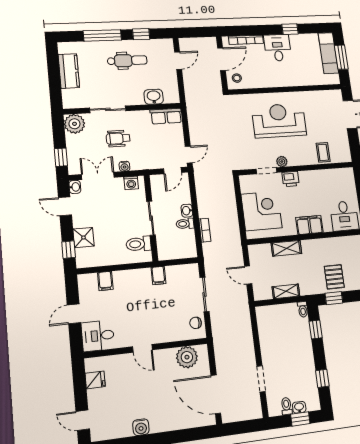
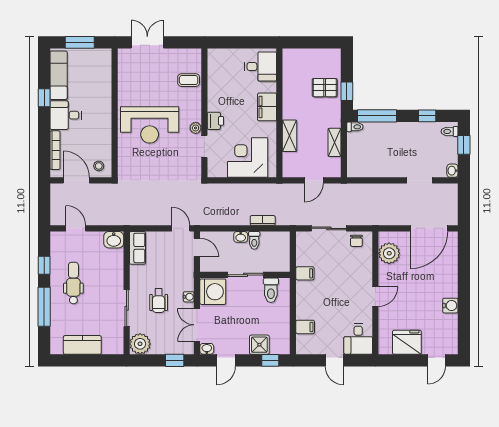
exam couch: (328, 53) -> (59, 75), moved, turned -90
washbasin: (154, 97) -> (114, 240), moved, turned -90
reception desk: (279, 121) -> (150, 125), turned -90
washing machine: (131, 183) -> (213, 292), width x1.89, depth x1.89
window: (316, 329) -> (377, 116), width x2.17
fridge: (95, 380) -> (407, 342), width x1.88, depth x1.34
toilet: (286, 406) -> (450, 131), moved
washbasin: (299, 407) -> (452, 171), moved

